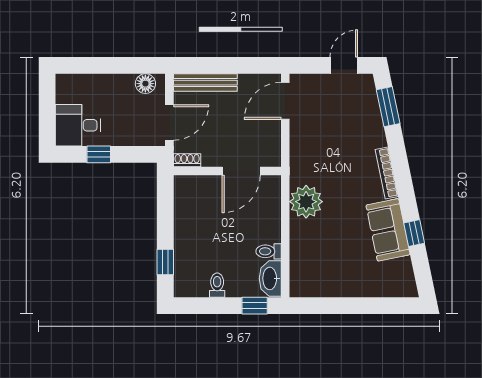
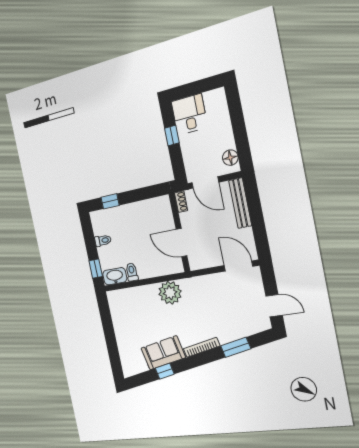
window: (388, 107) -> (236, 347), moved

